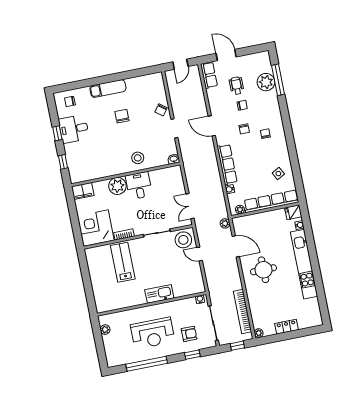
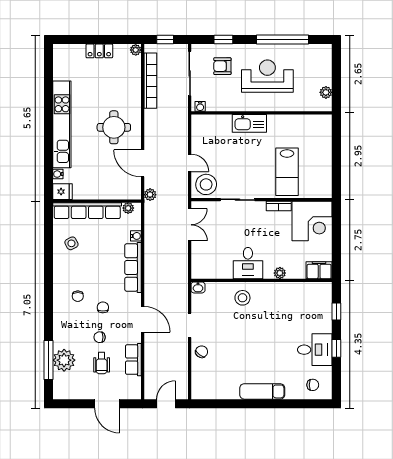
row of seats: (209, 75) -> (133, 360), moved
chair: (122, 116) -> (252, 354), removed
plant: (117, 186) -> (280, 273), width x0.53, depth x0.53

